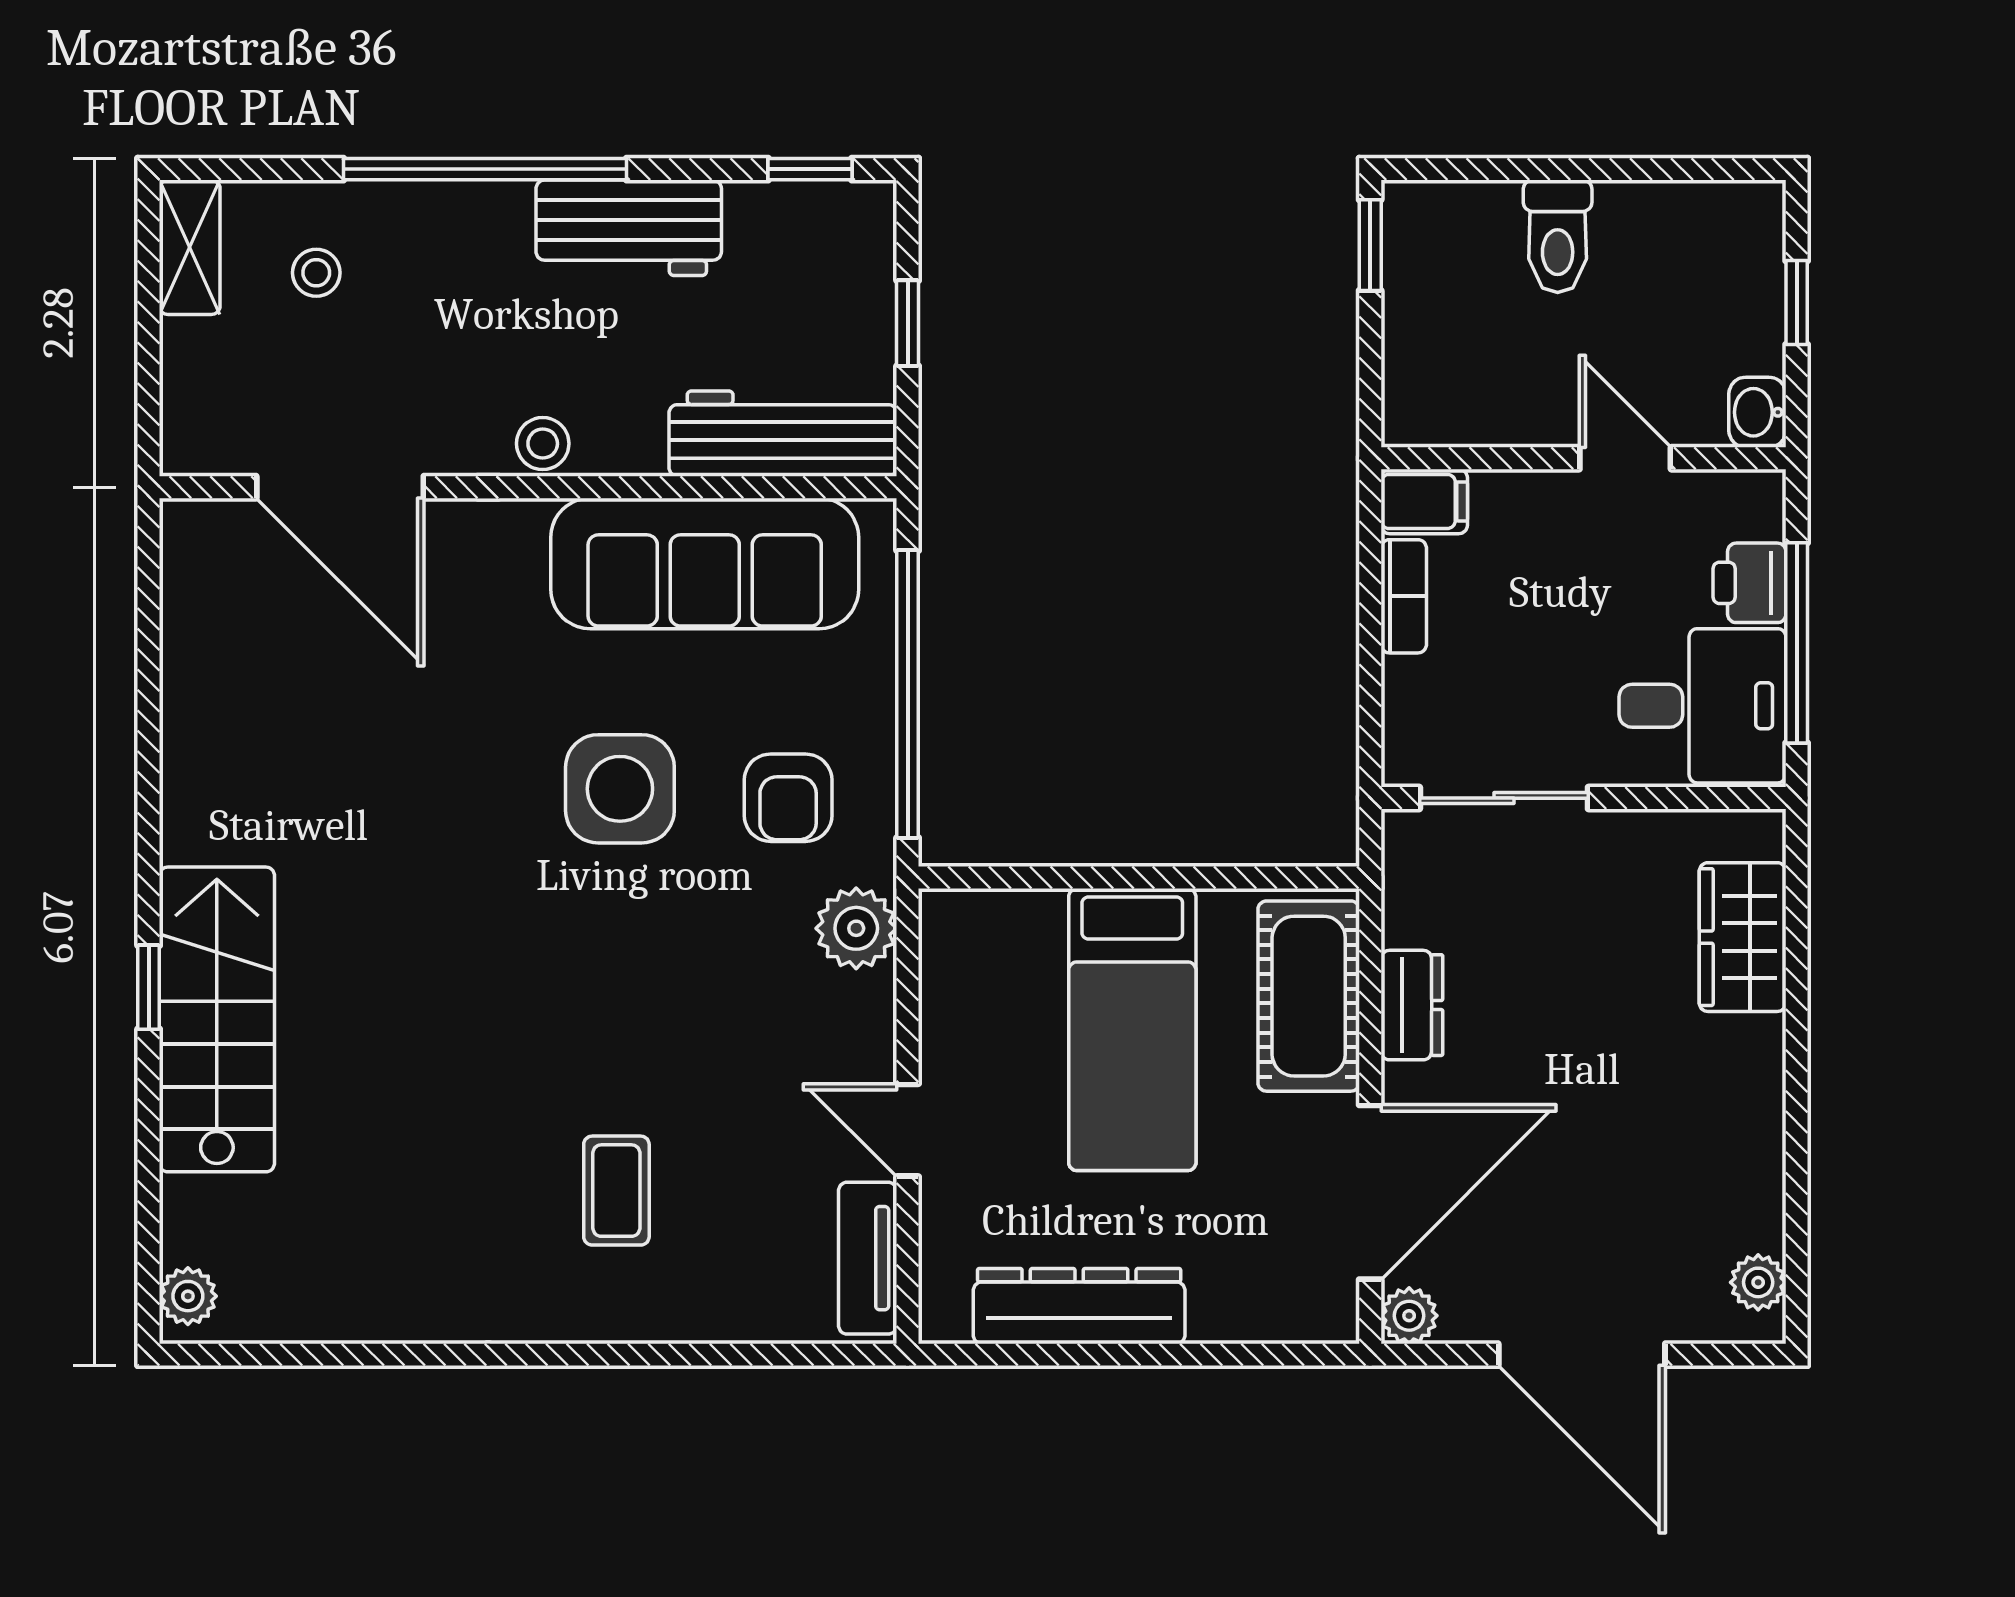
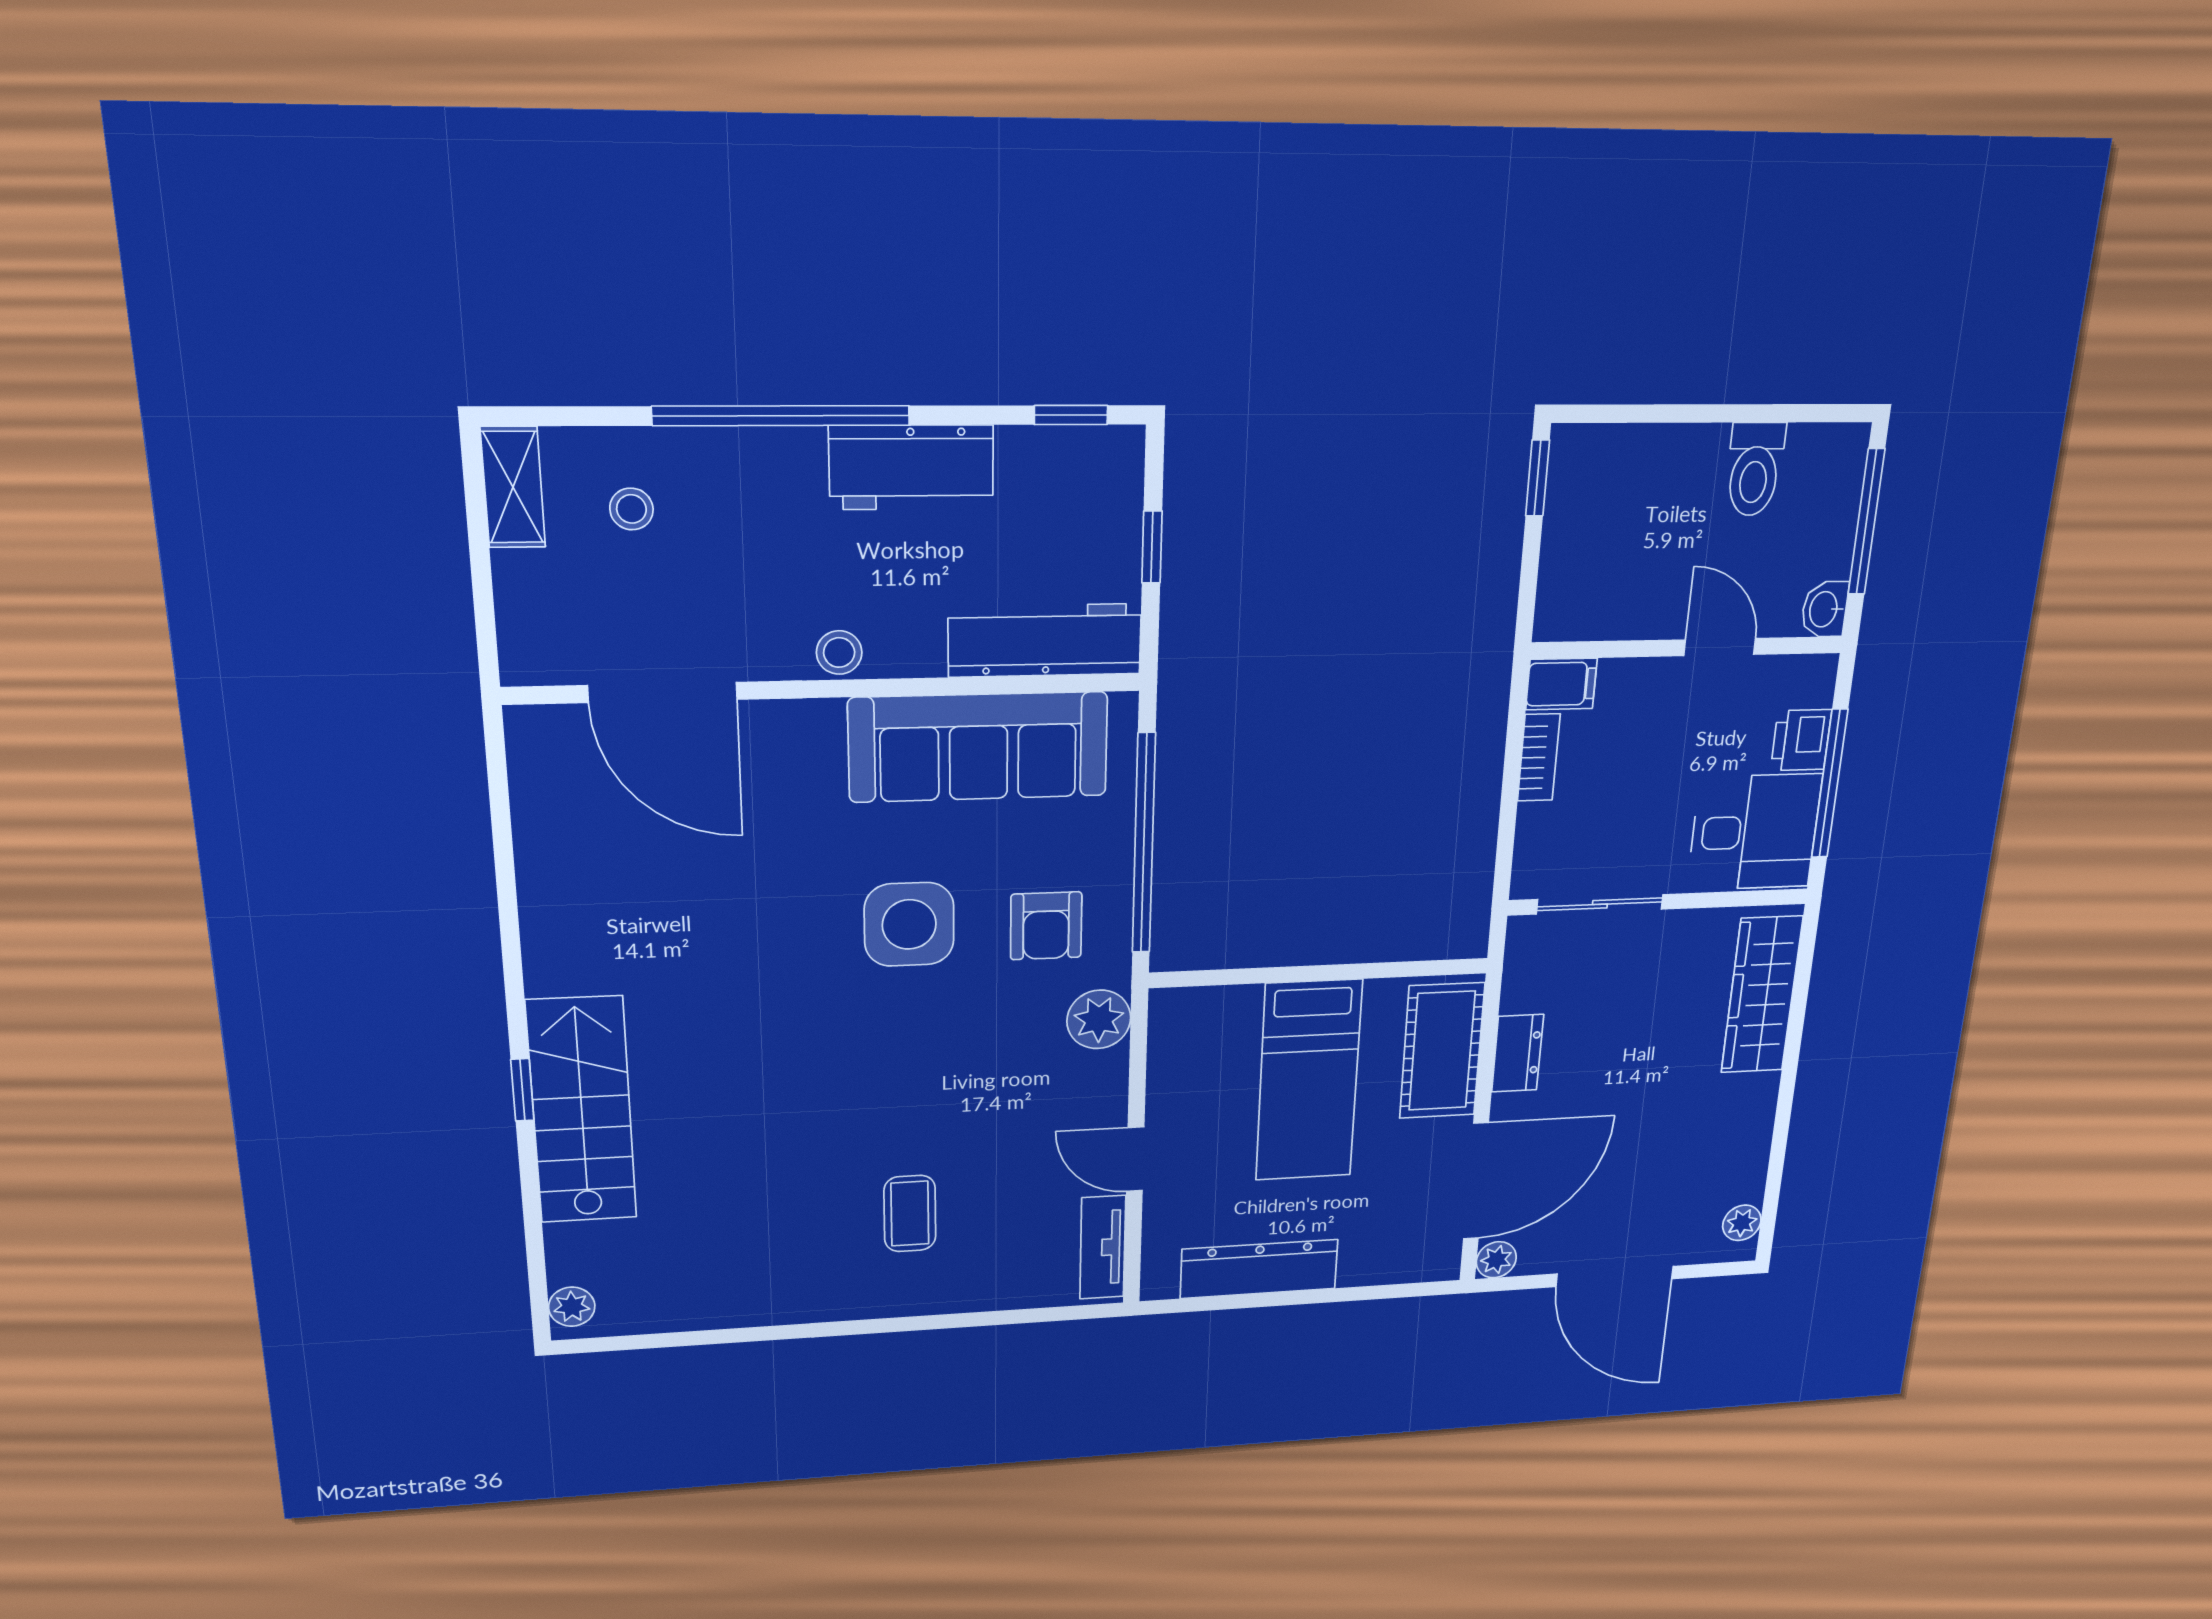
toilet: (1558, 236) -> (1755, 469), moved
window: (1797, 303) -> (1866, 522), width x2.17
wardrobe: (1743, 937) -> (1762, 995), width x1.50

